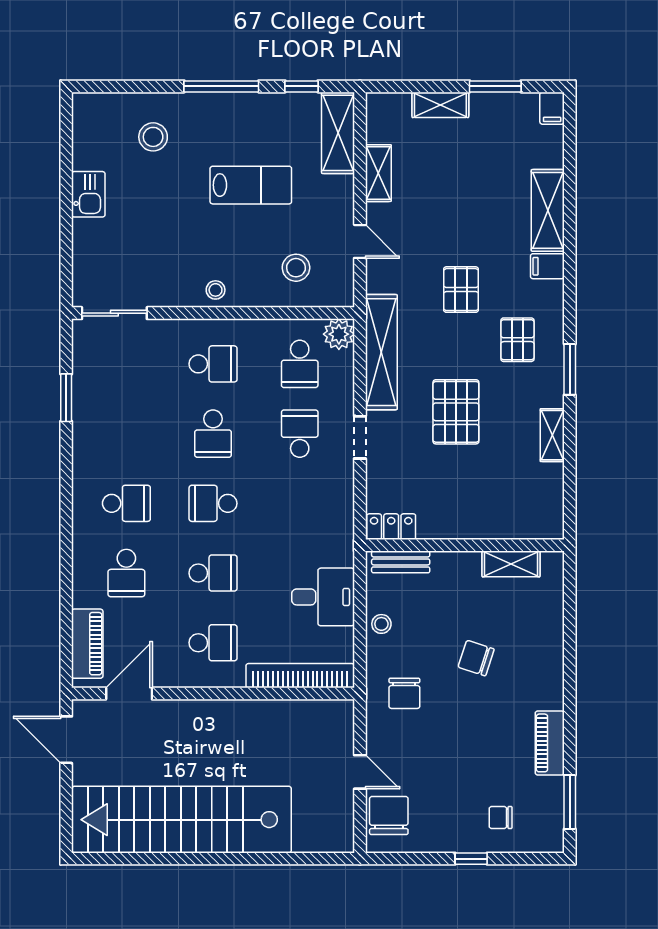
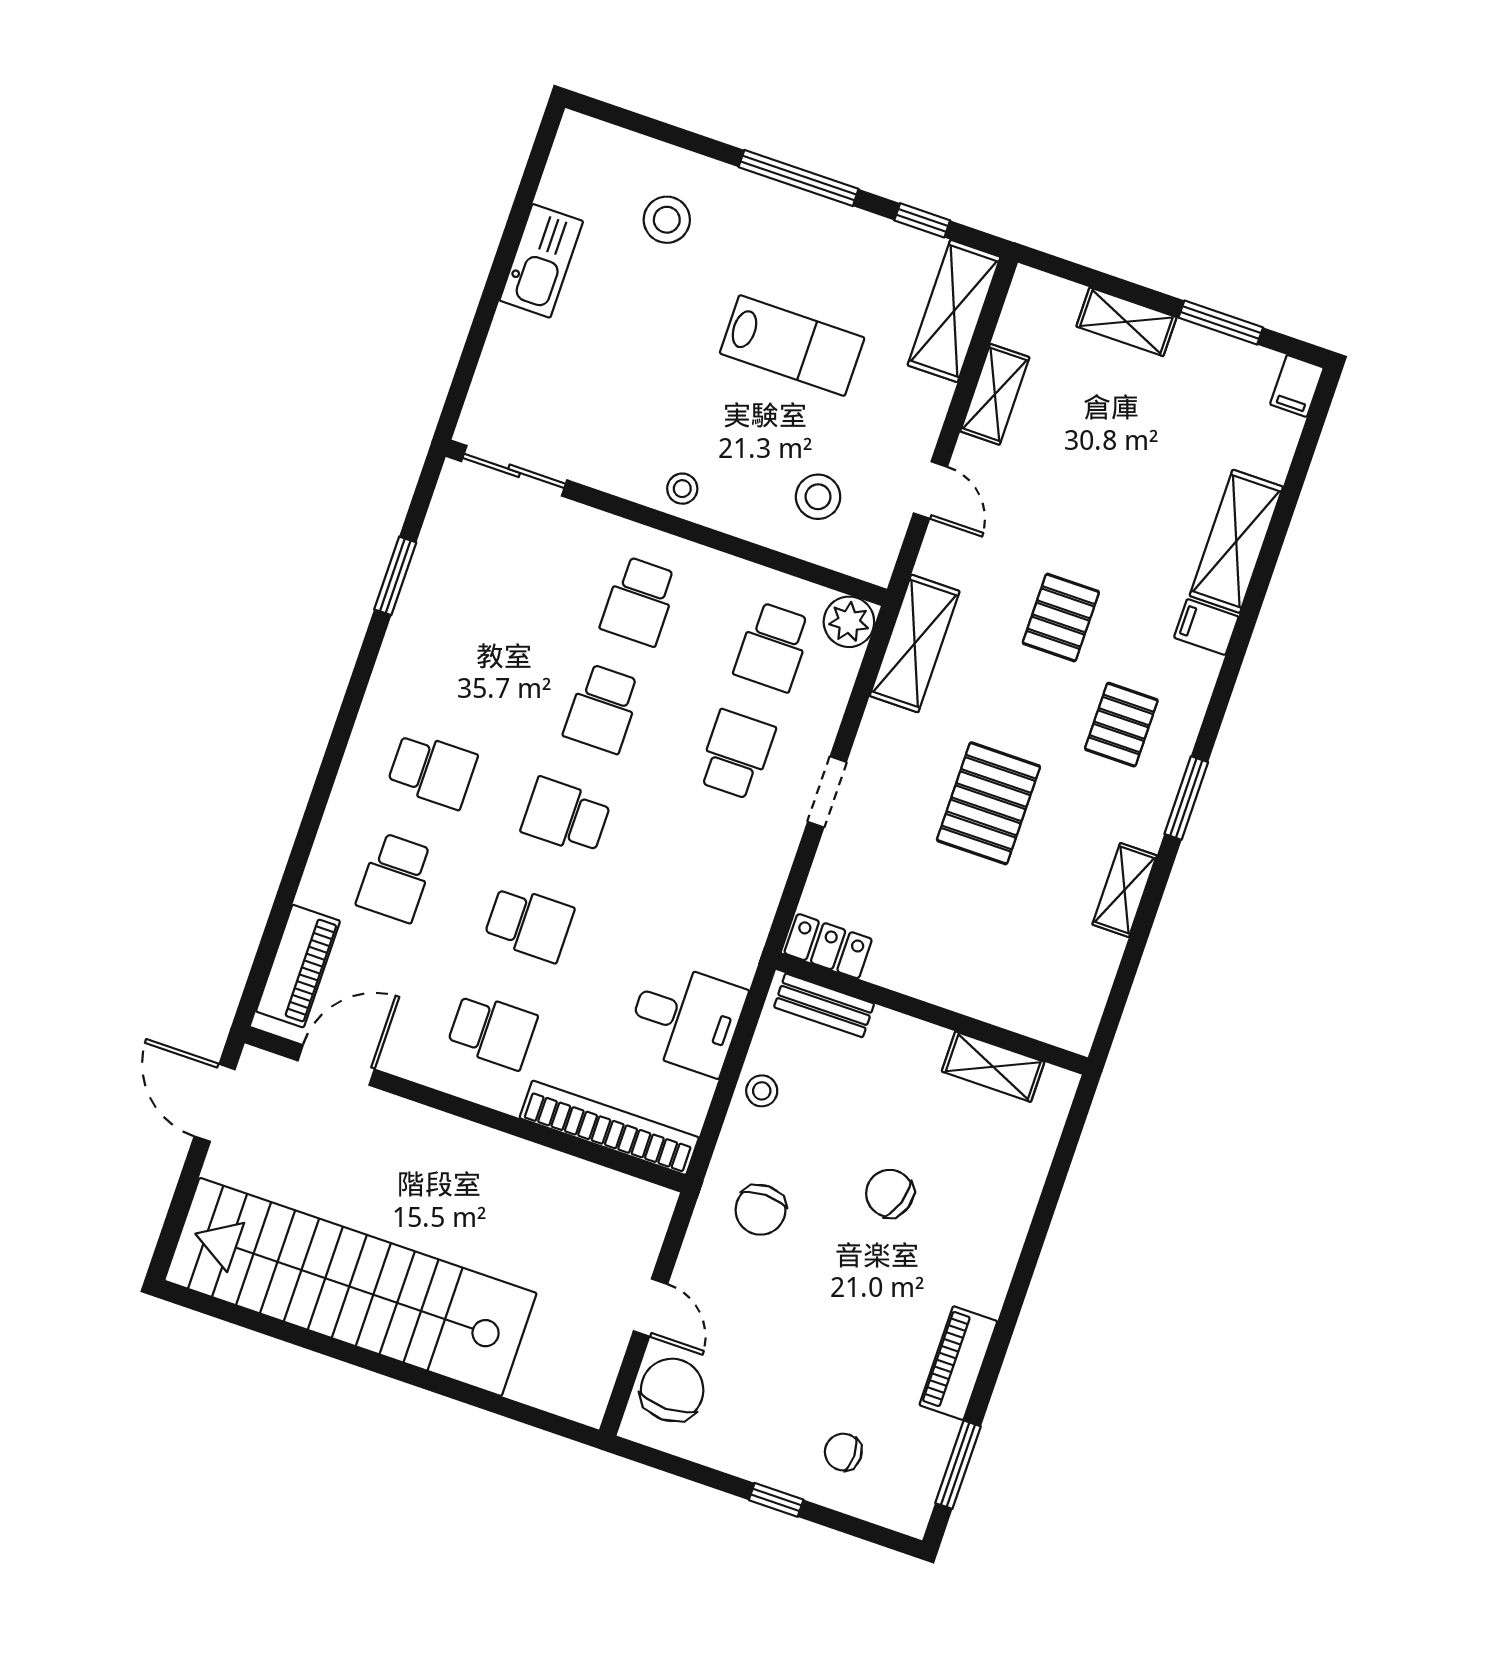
kitchen sink: (88, 194) -> (541, 261), width x1.38
shelving: (381, 352) -> (915, 643), width x0.68
school desk: (213, 364) -> (639, 601), turned 90

